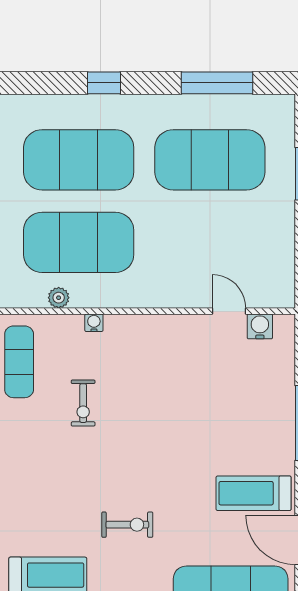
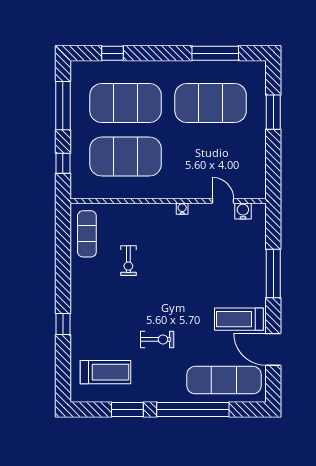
window: (104, 83) -> (113, 53), moved
plant: (59, 298) -> (113, 192), removed
water cooler: (94, 323) -> (182, 209), moved

